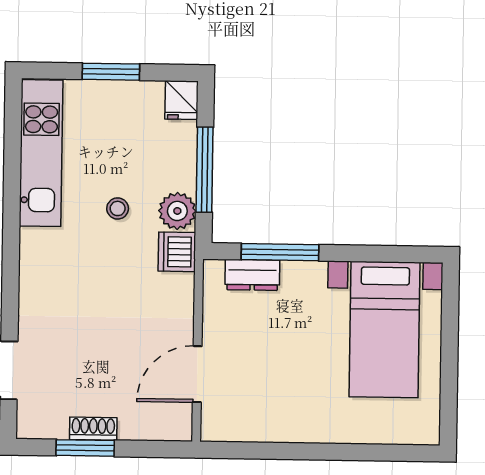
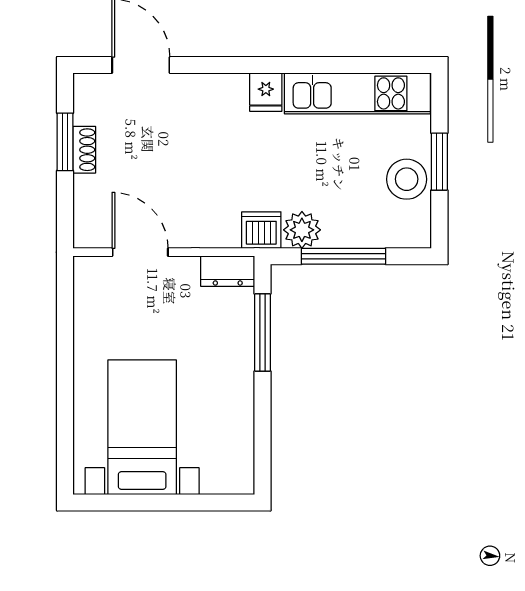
fridge: (182, 100) -> (266, 92), moved, turned -90
stool: (118, 208) -> (407, 179), moved, width x1.89, depth x1.89
dresser: (252, 275) -> (228, 271), moved, turned -90
bed with nightstands: (385, 330) -> (142, 427), moved, turned 90

